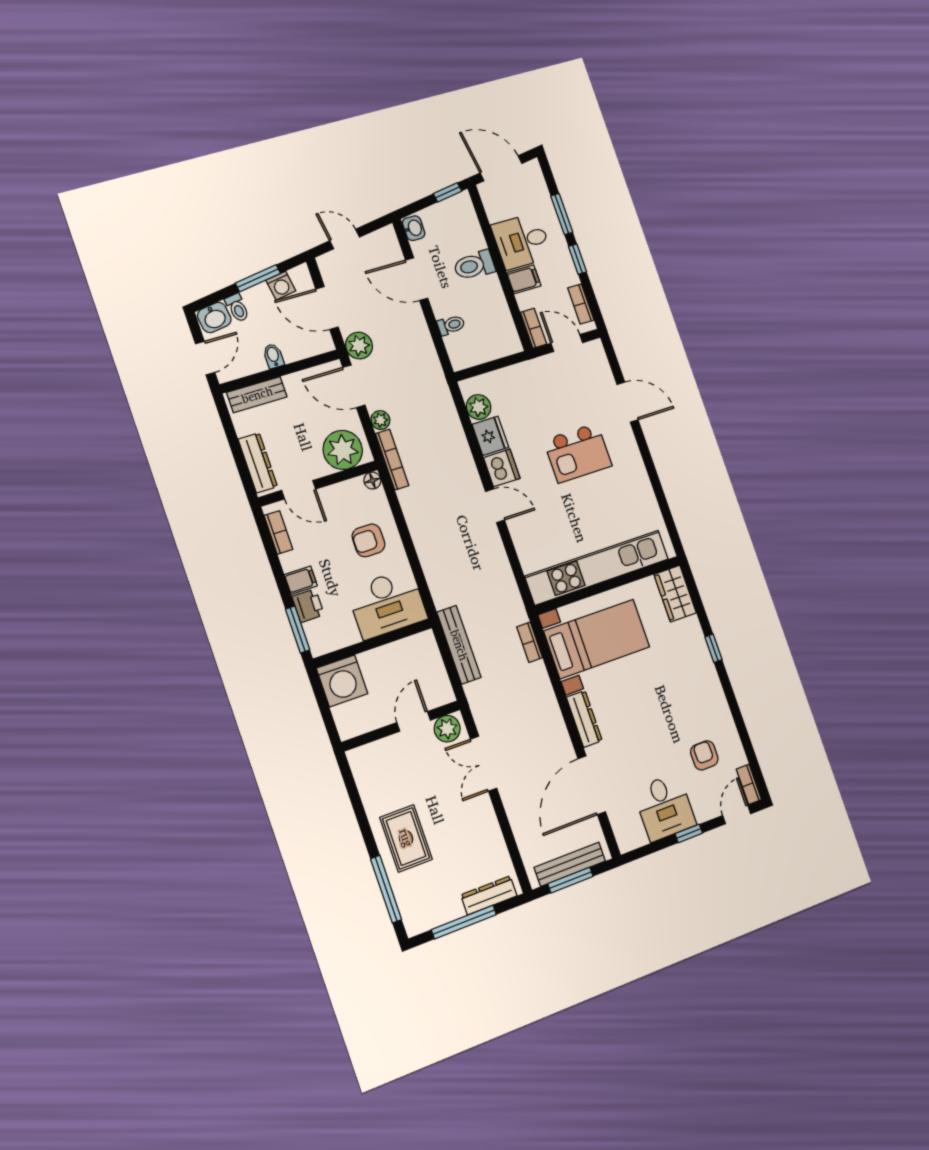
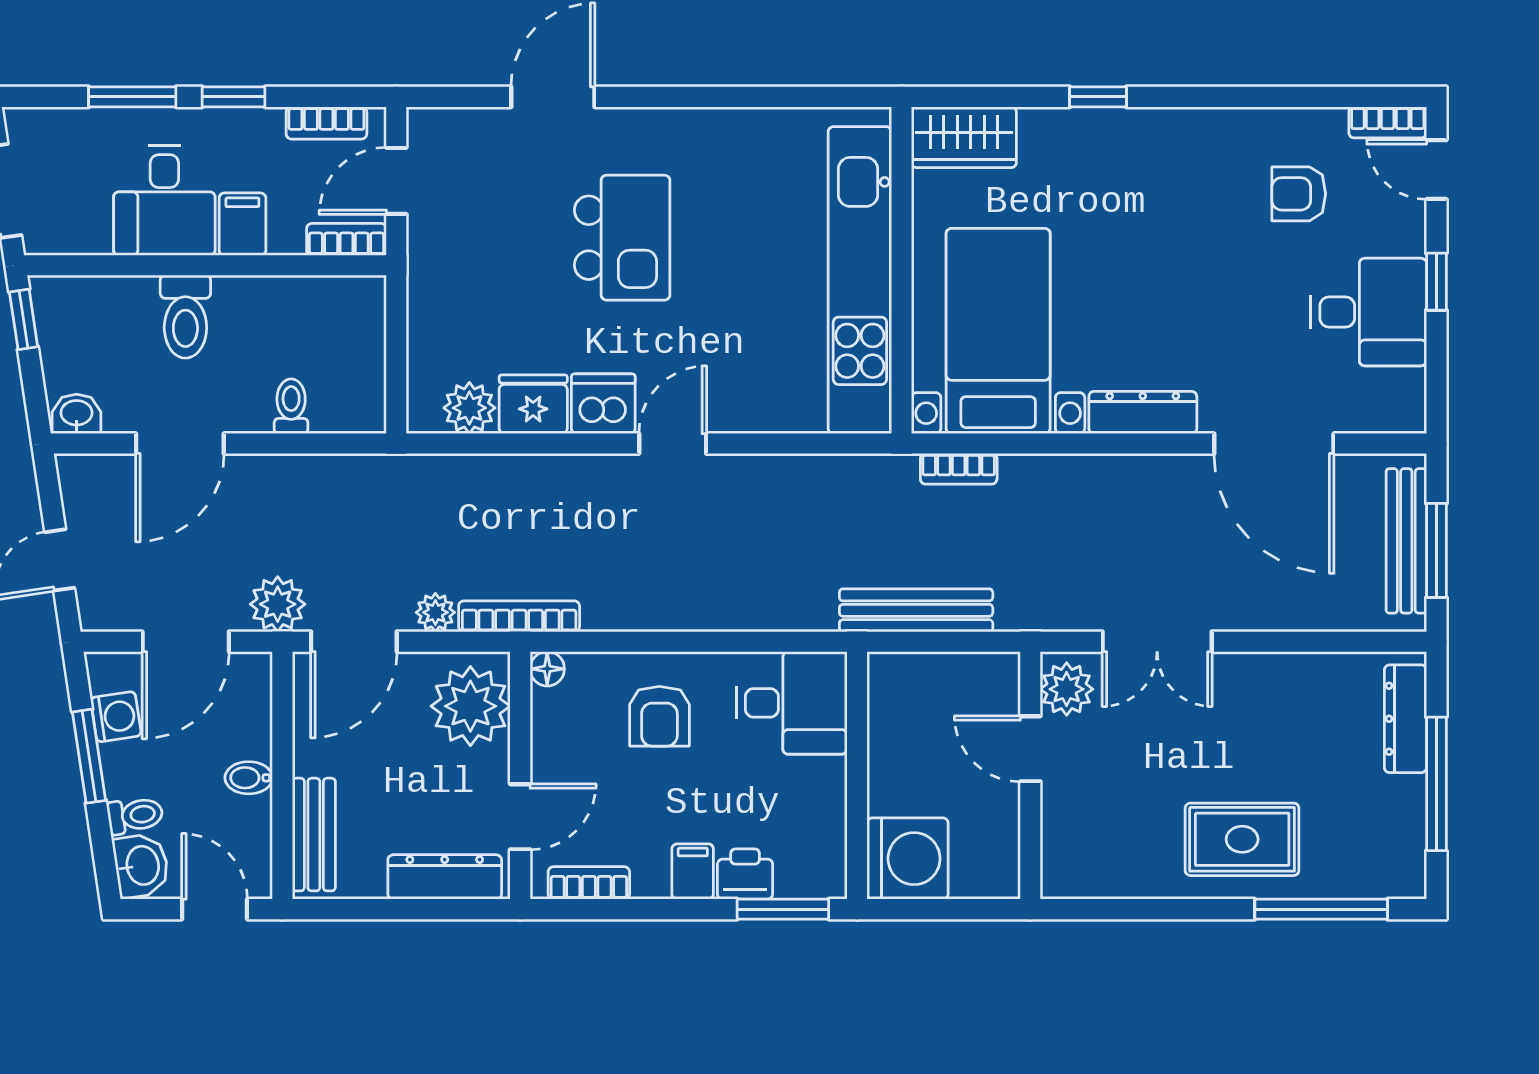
desk: (387, 604) -> (792, 703), width x0.73

